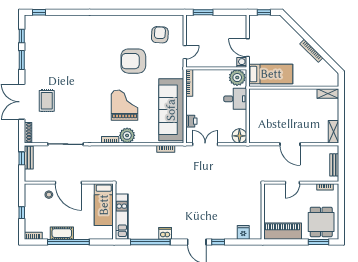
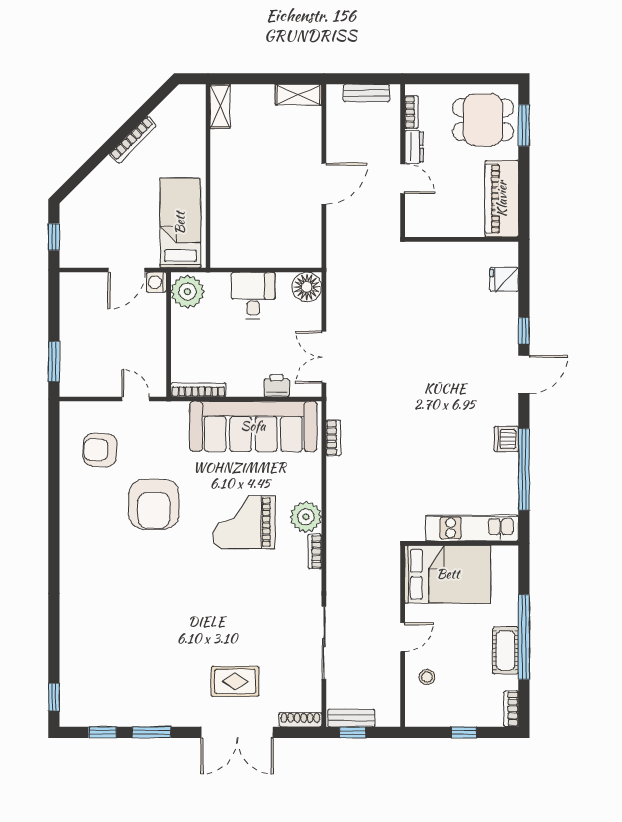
desk: (235, 99) -> (253, 296), moved
door: (68, 183) -> (403, 637), width x0.53
dresser: (308, 188) -> (414, 147), added
bed: (104, 205) -> (448, 574), width x1.50

